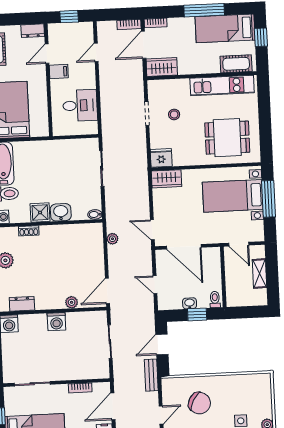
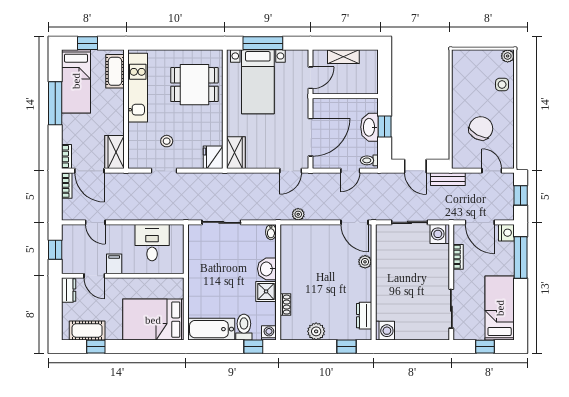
dining table: (227, 138) -> (194, 85), turned 90
toilet: (215, 300) -> (369, 160), moved
washbasin: (190, 303) -> (369, 127), width x1.91, depth x1.45
washing machine: (56, 322) -> (440, 234), moved, turned 180

